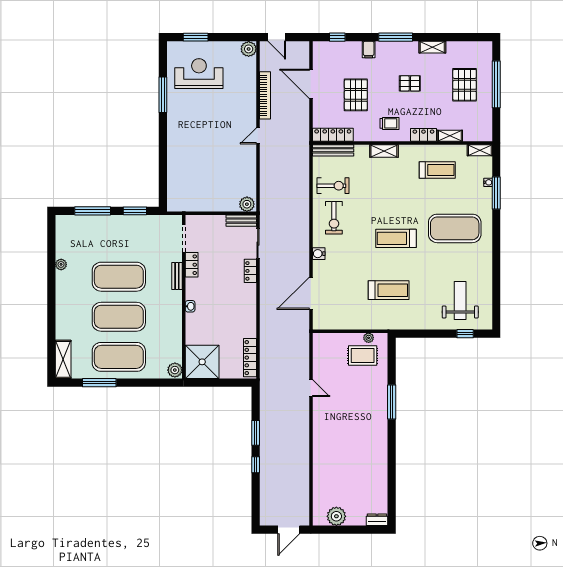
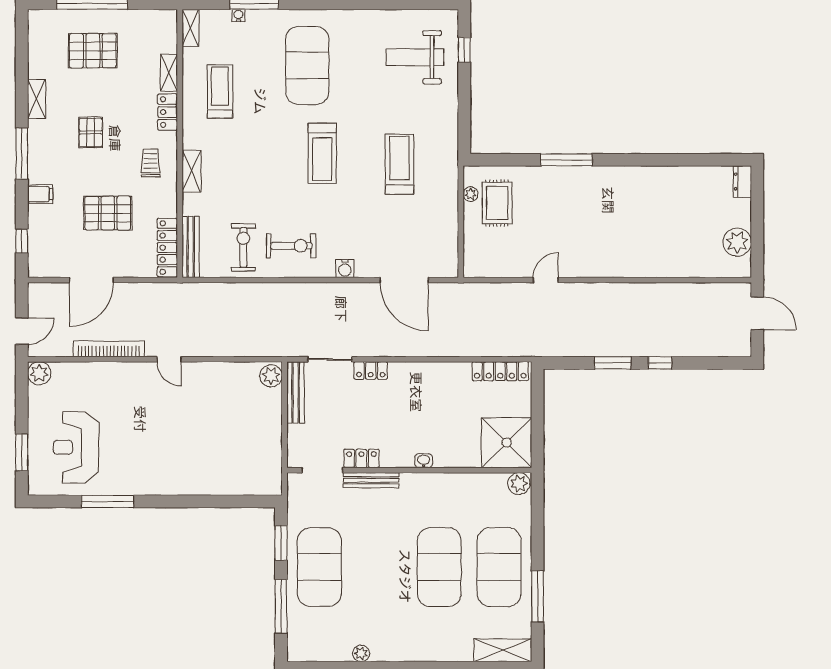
bench: (241, 221) -> (296, 392), width x1.36
bench: (177, 276) -> (371, 480), width x1.36
exercise mat: (119, 277) -> (319, 567), moved

